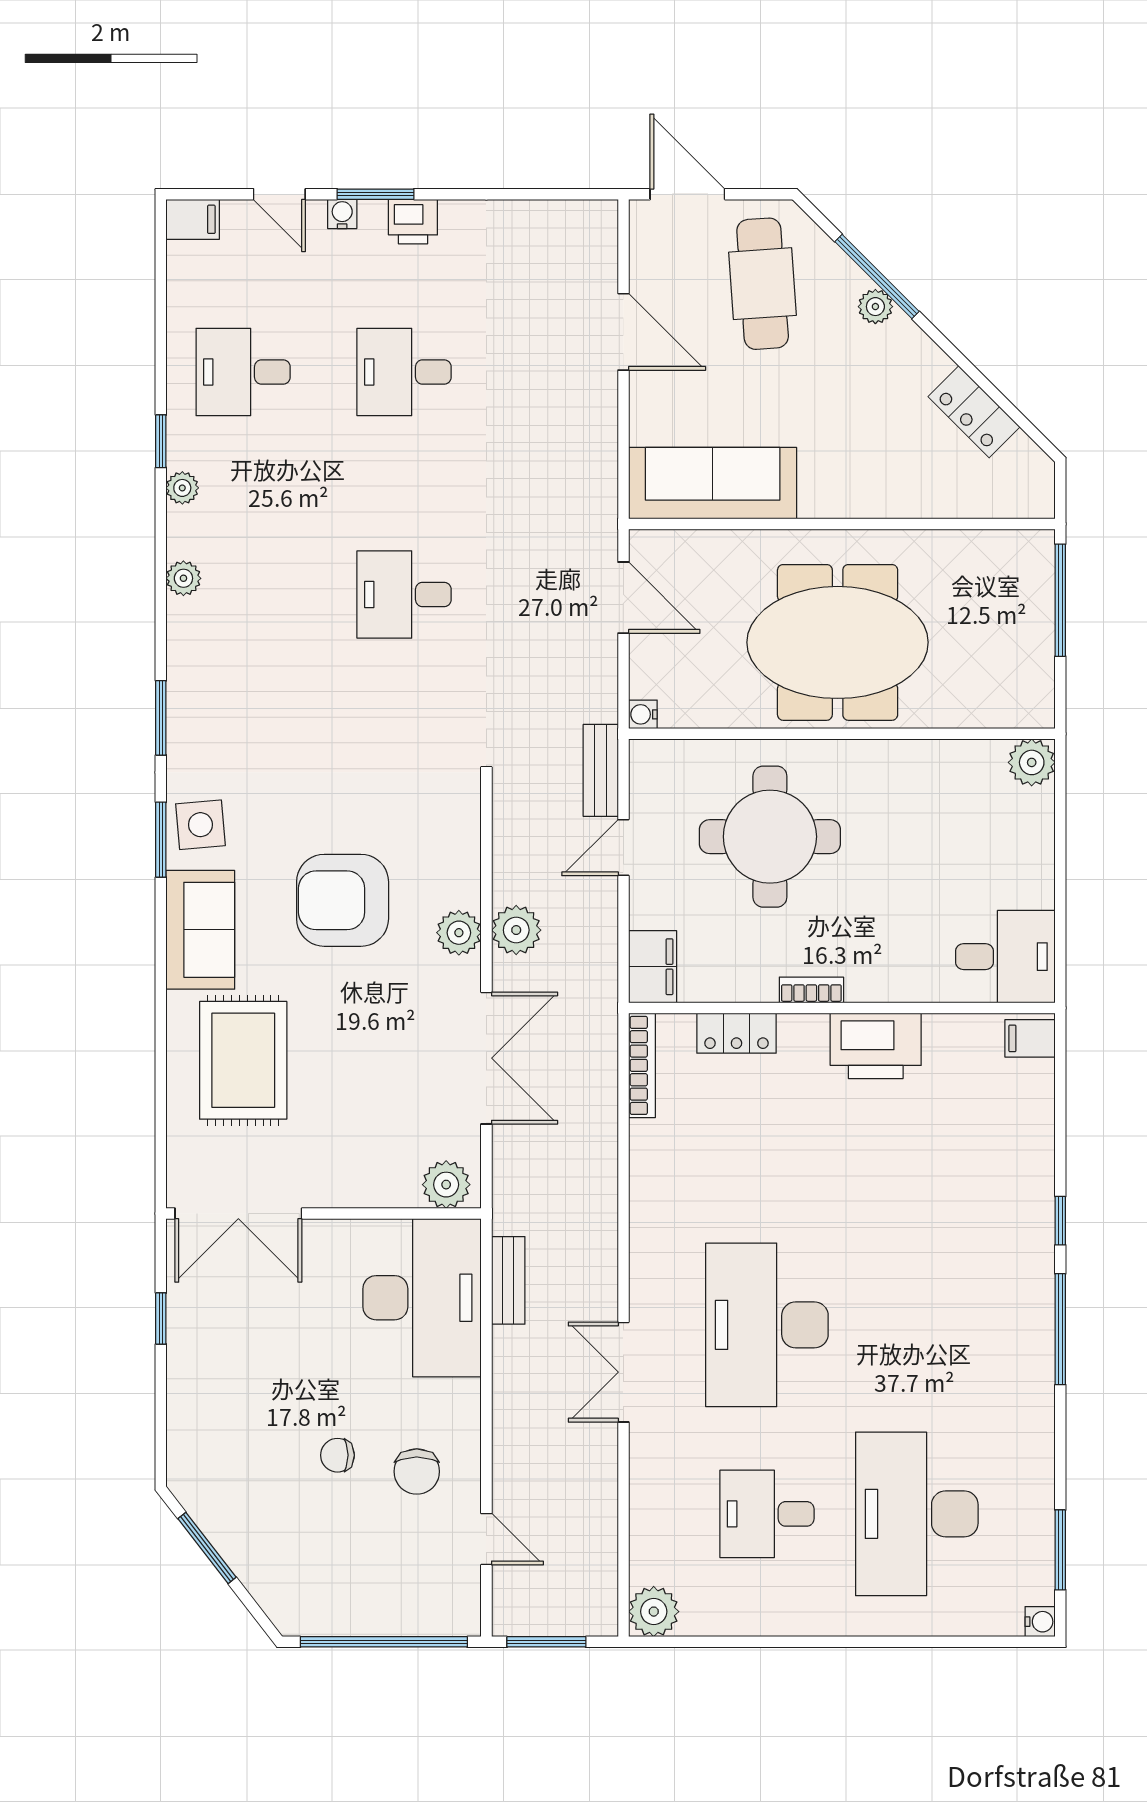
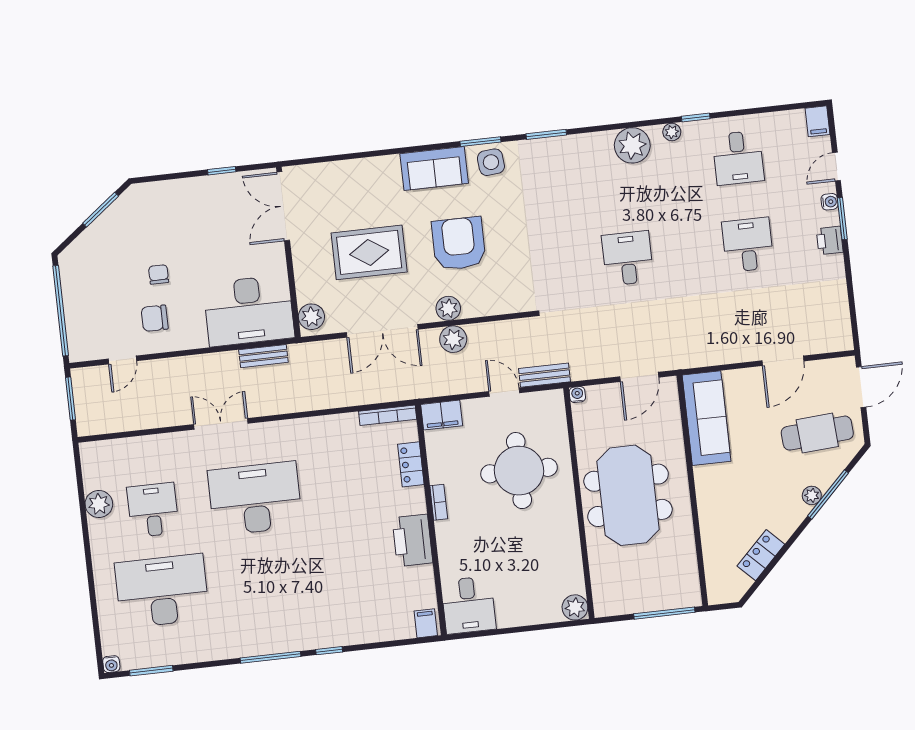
desk: (243, 372) -> (738, 158), turned 180
plant: (183, 578) -> (632, 145), width x1.87, depth x1.87
rug: (243, 1060) -> (369, 252), moved
plant: (654, 1612) -> (99, 504), moved

